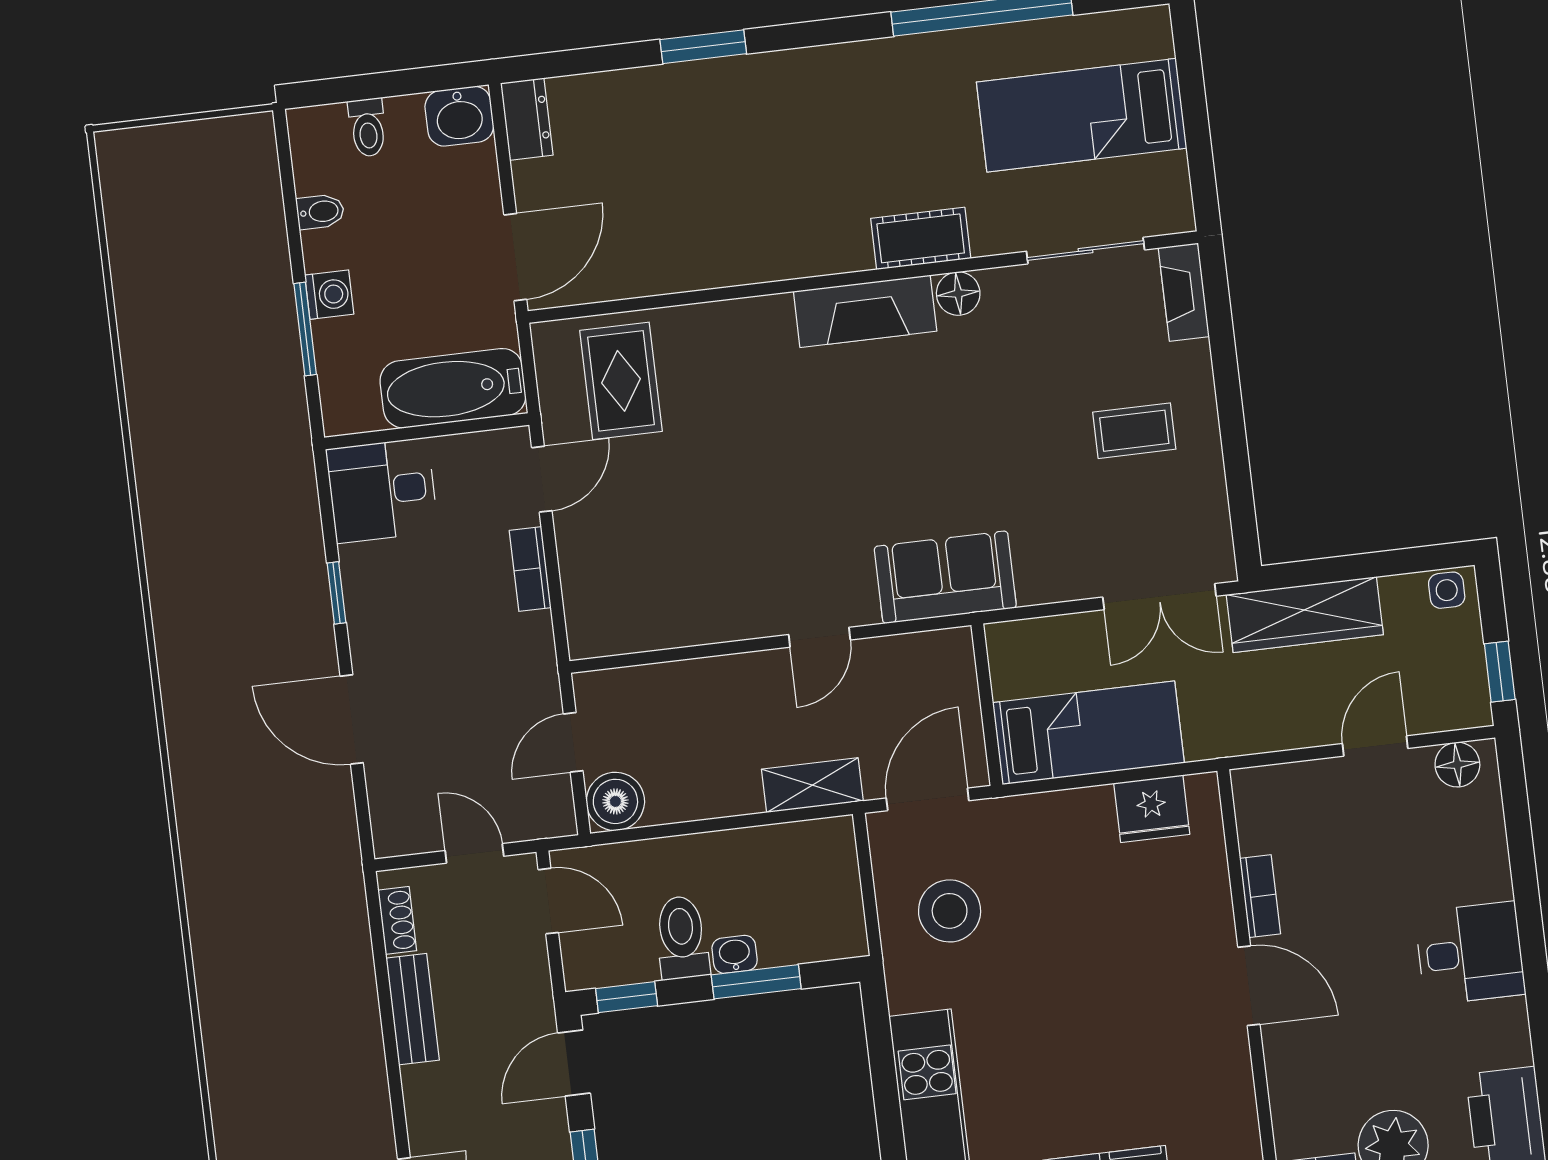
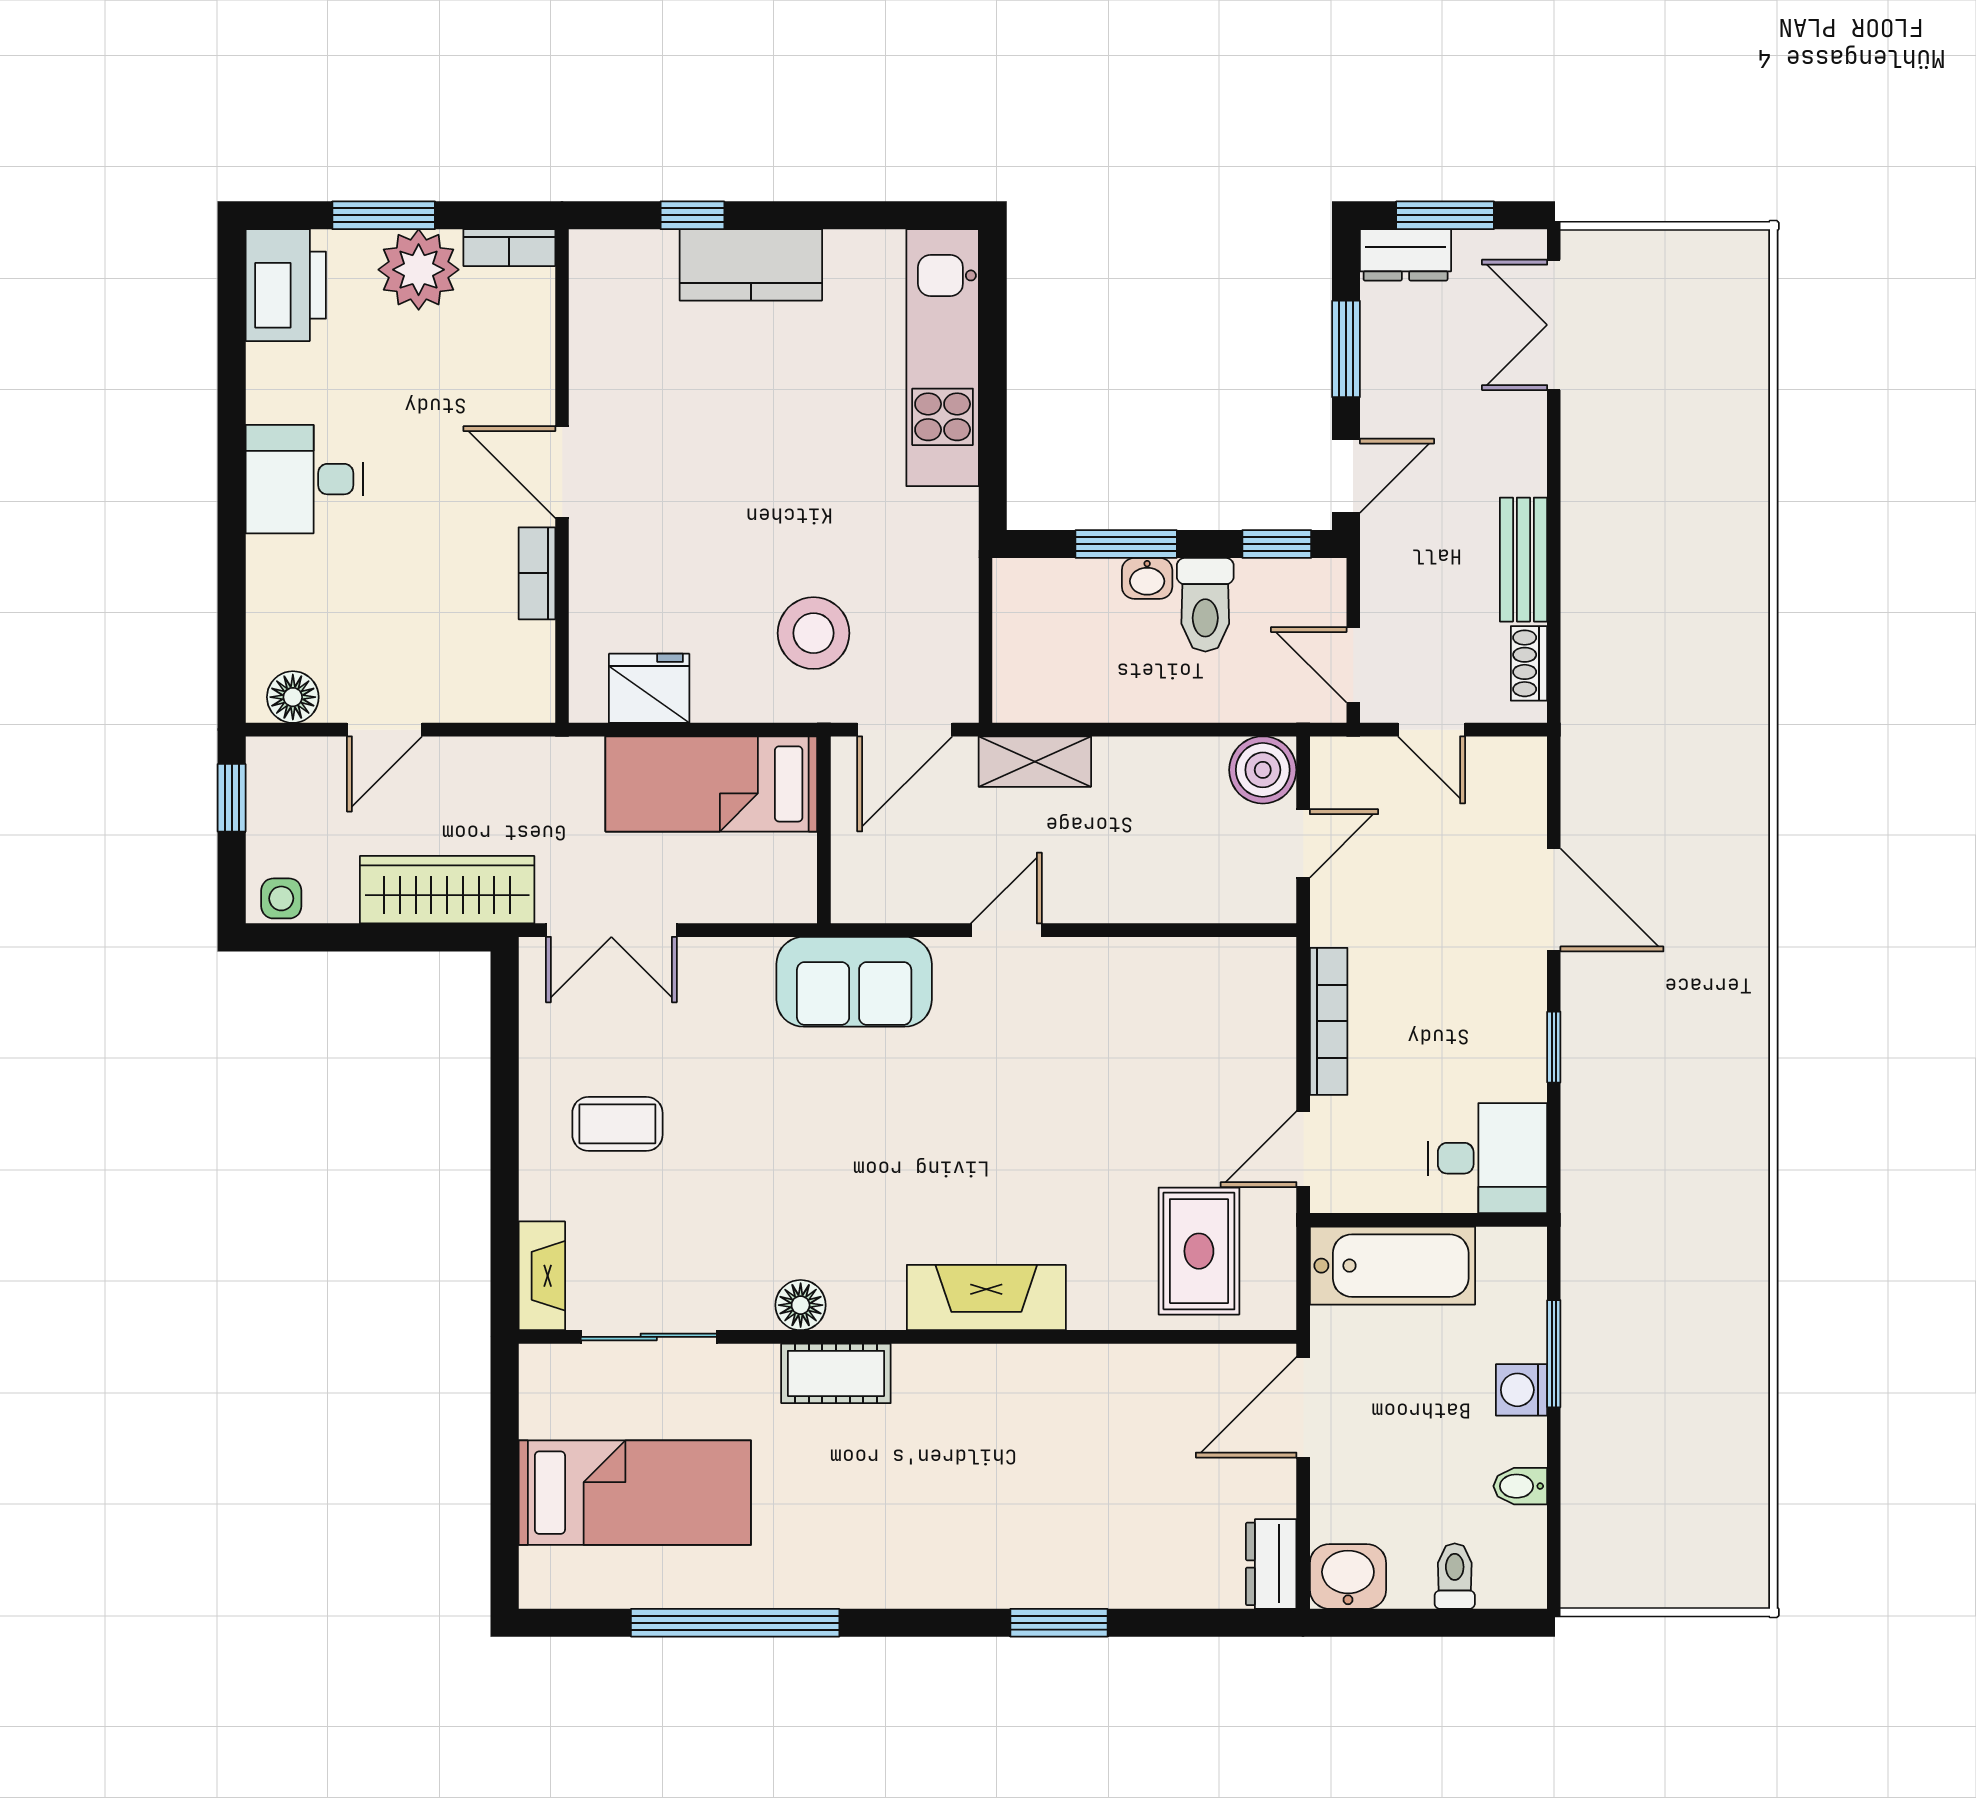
fireplace: (865, 311) -> (986, 1298), moved
bookcase: (530, 569) -> (1329, 1021), width x1.56
double door: (1159, 597) -> (611, 930), swing flipped
stool: (950, 911) -> (814, 633), moved

